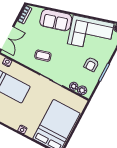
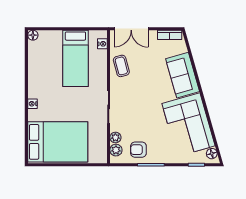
coffee table: (43, 56) -> (121, 66), moved
armchair: (91, 64) -> (138, 150), moved

